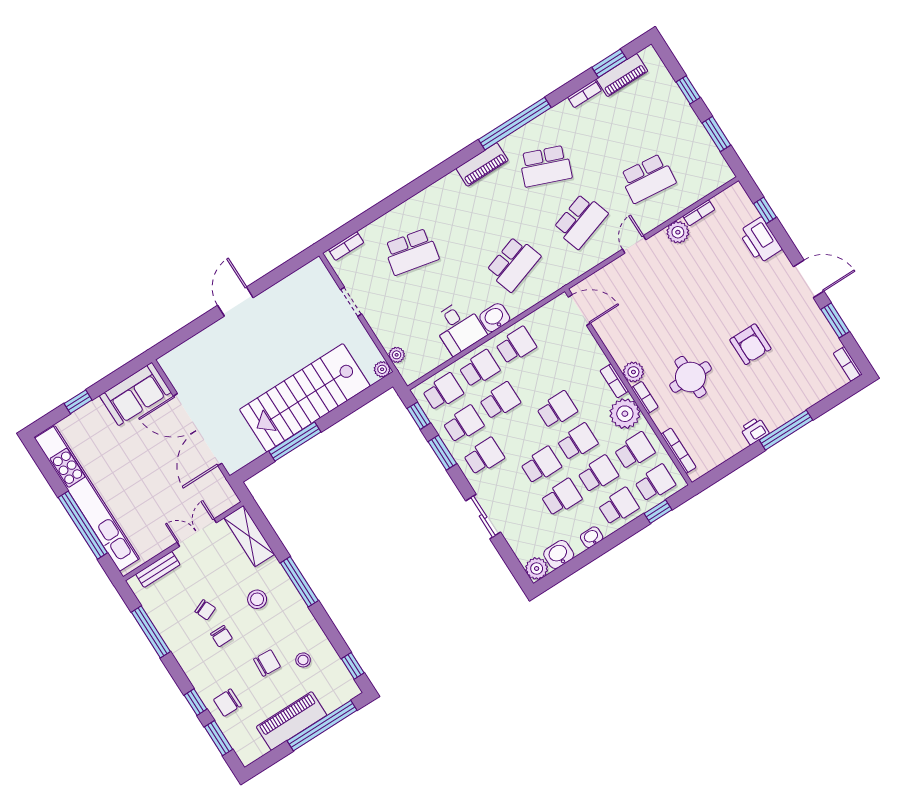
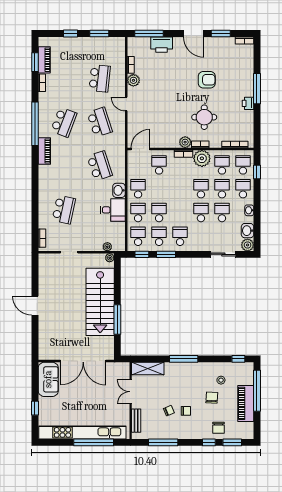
window: (765, 210) -> (149, 34), width x2.17
door: (809, 279) -> (194, 34), swing flipped
school desk: (557, 410) -> (159, 165), moved
sliding door: (483, 517) -> (223, 254), moved
stool: (257, 599) -> (179, 384), removed

